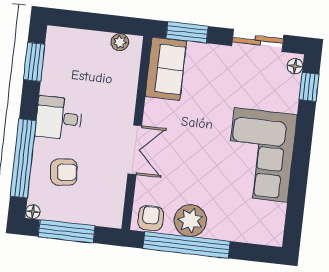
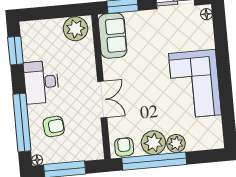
plant: (120, 42) -> (75, 29), width x1.87, depth x1.87
window: (309, 87) -> (220, 27), removed
desk: (59, 118) -> (41, 82), width x1.37
plant: (220, 228) -> (176, 143), added

